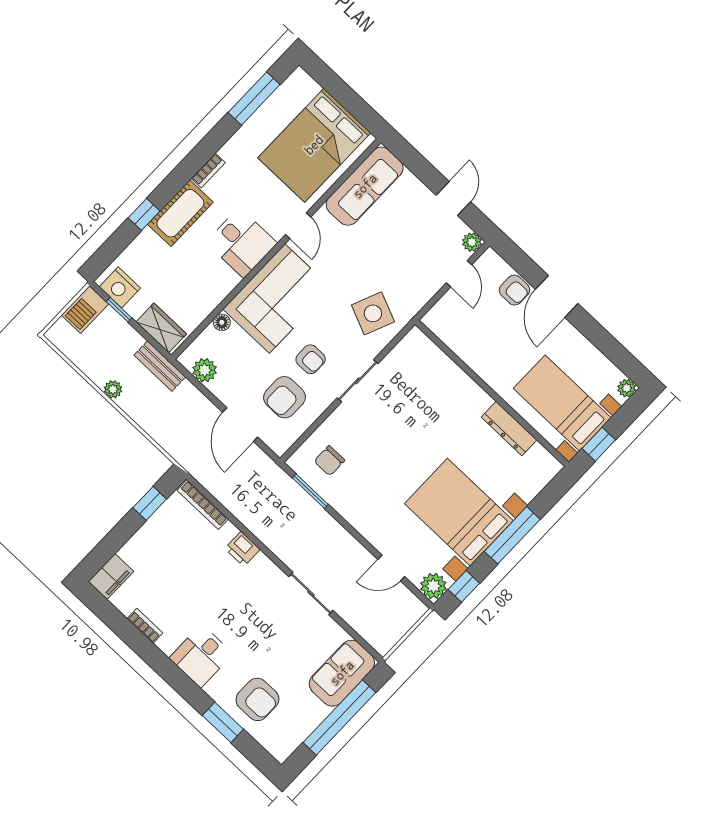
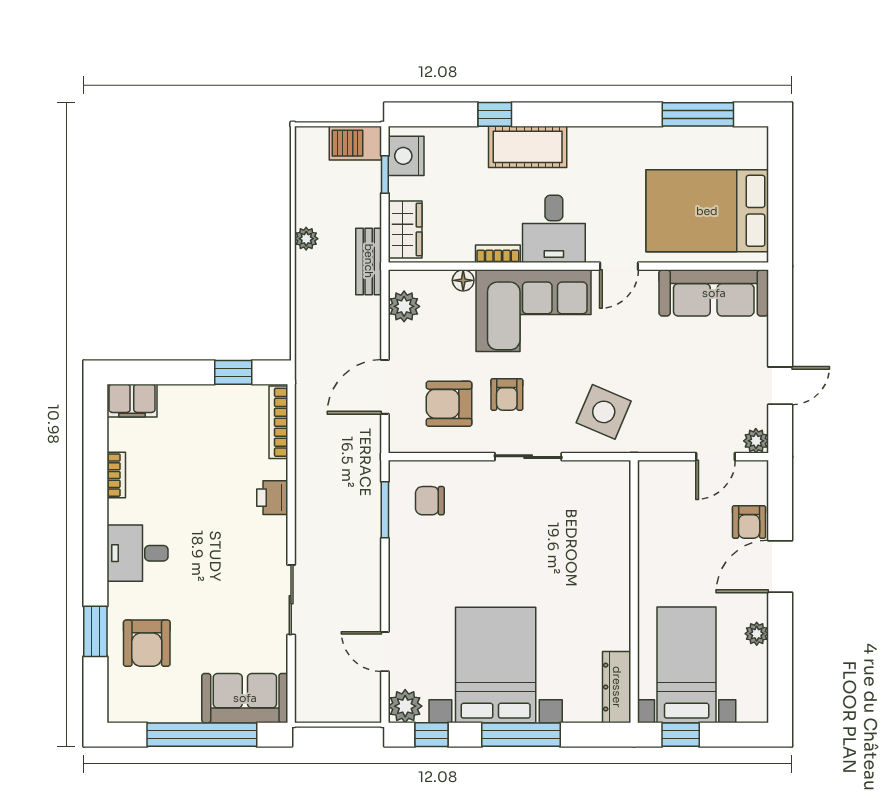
bookcase: (208, 170) -> (498, 254), moved, turned 180
plant: (627, 388) -> (757, 634), moved
dresser: (509, 429) -> (617, 687), moved

